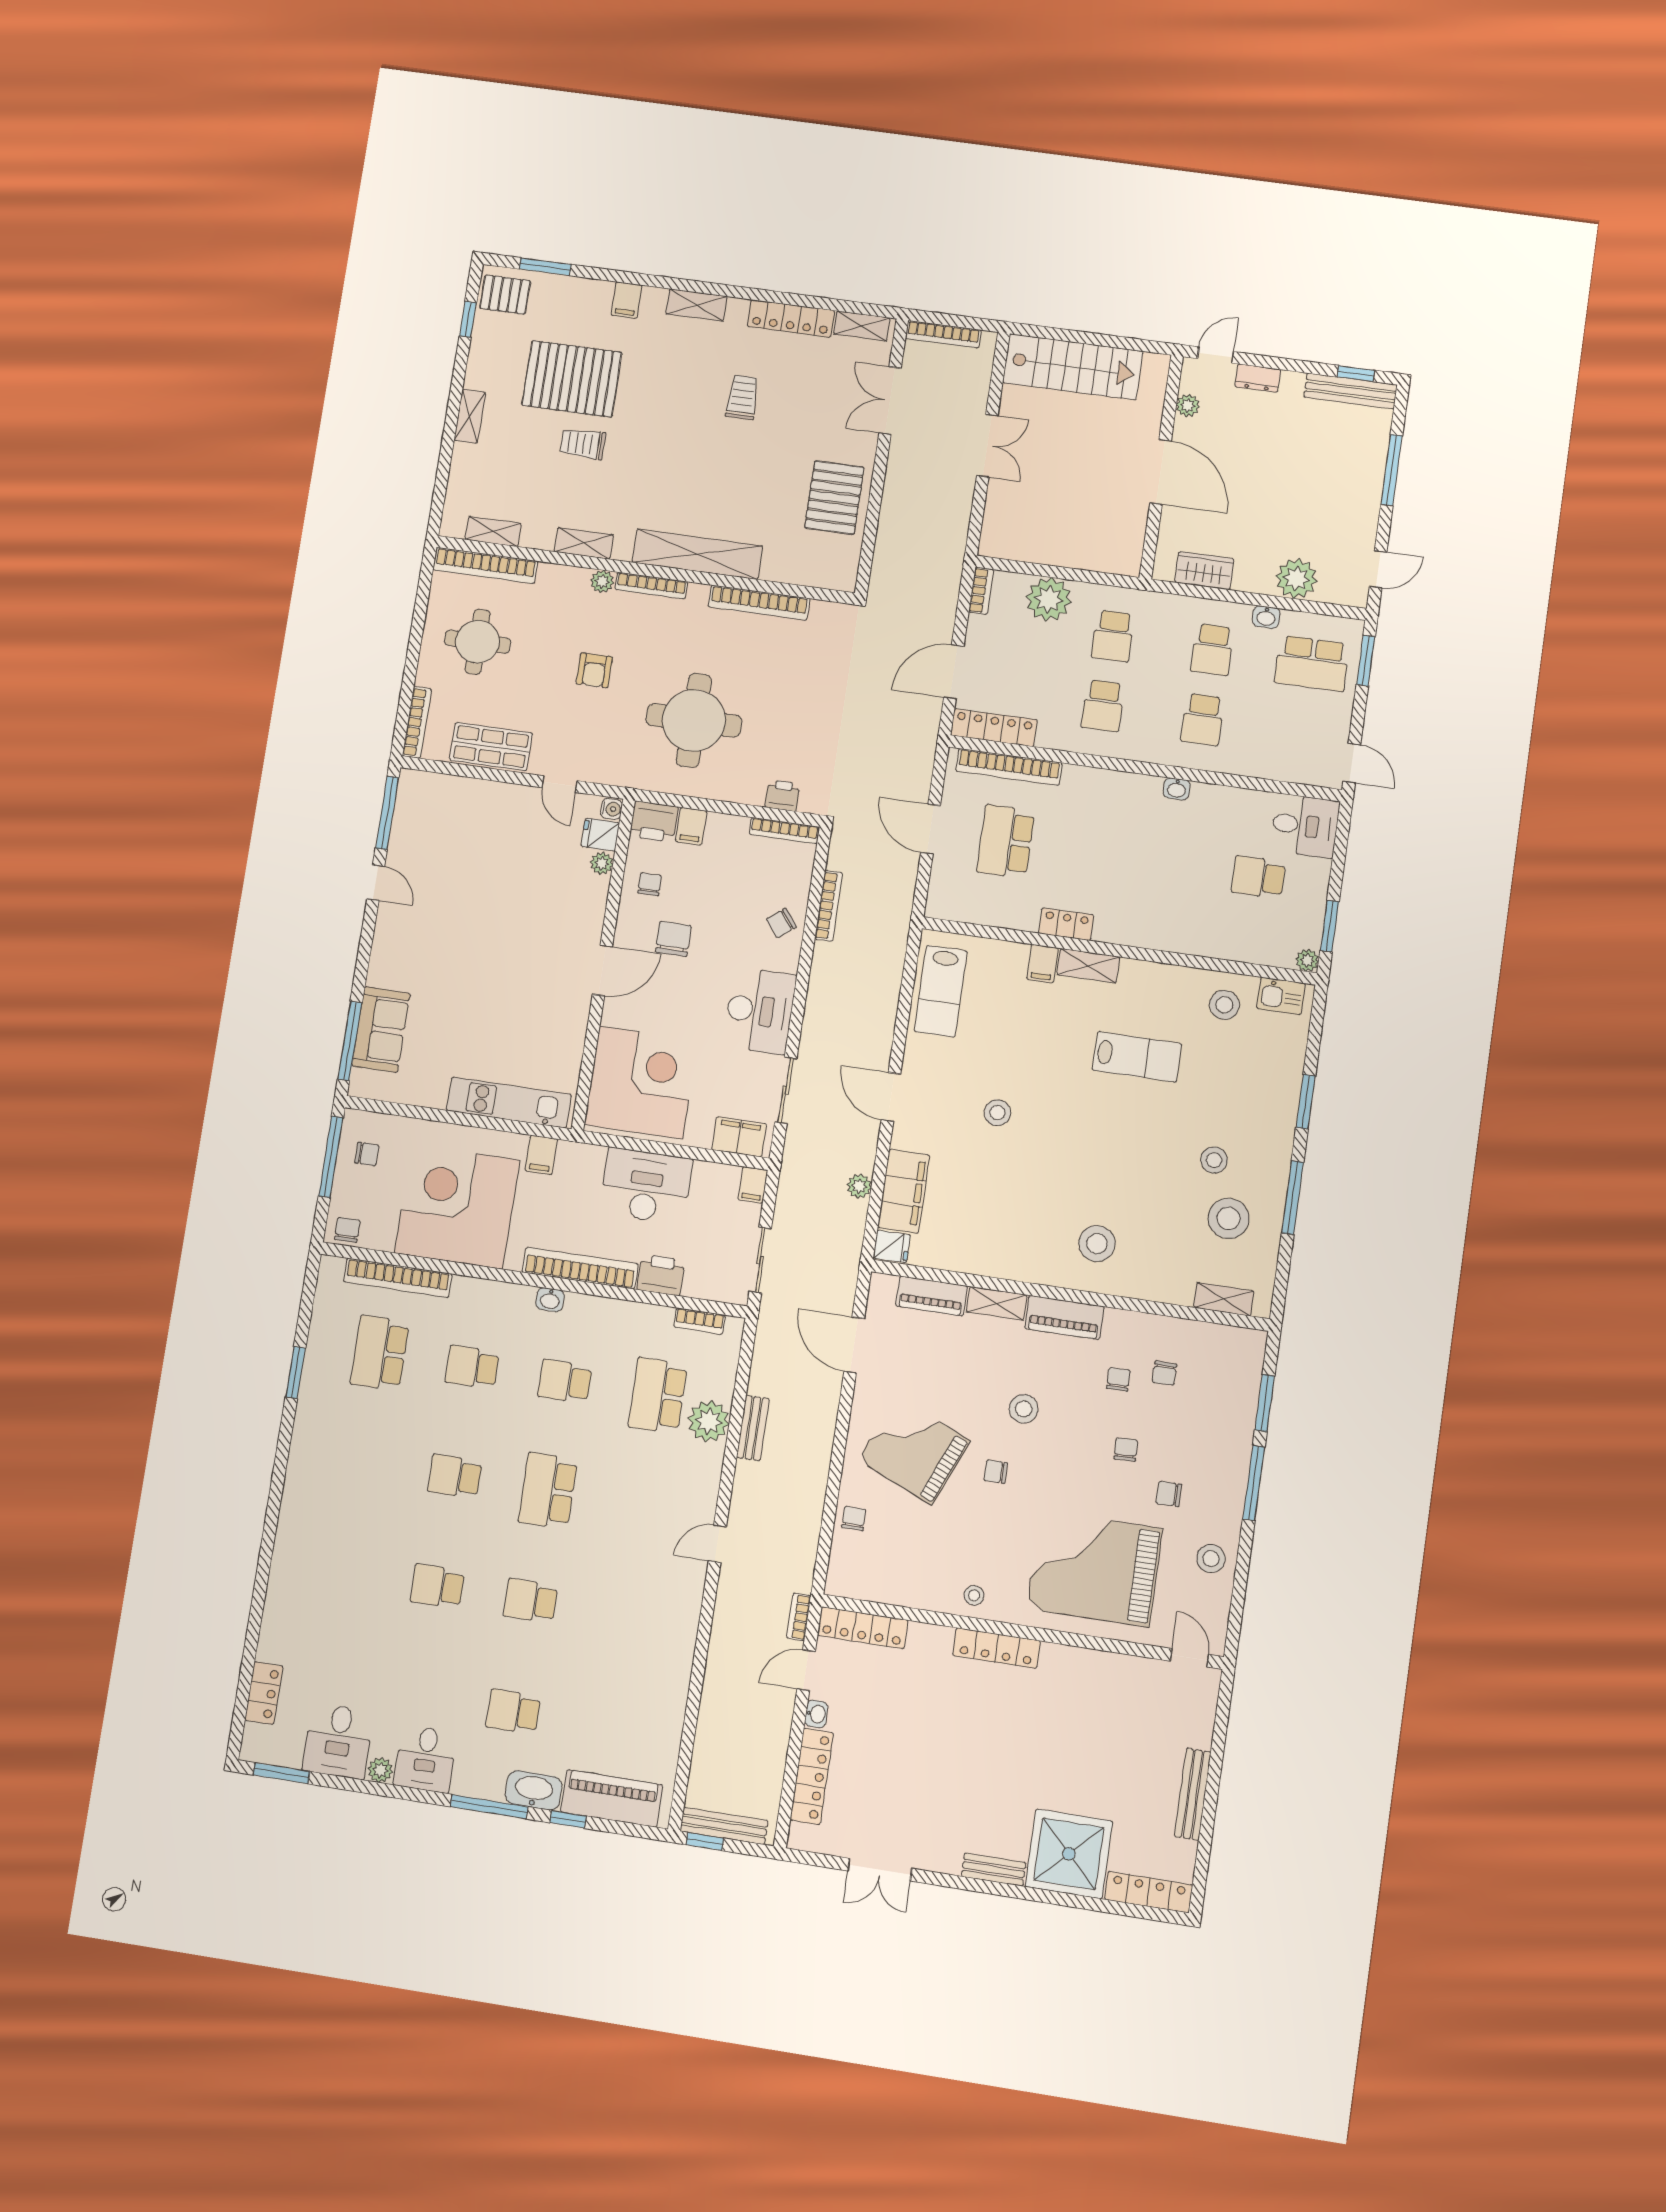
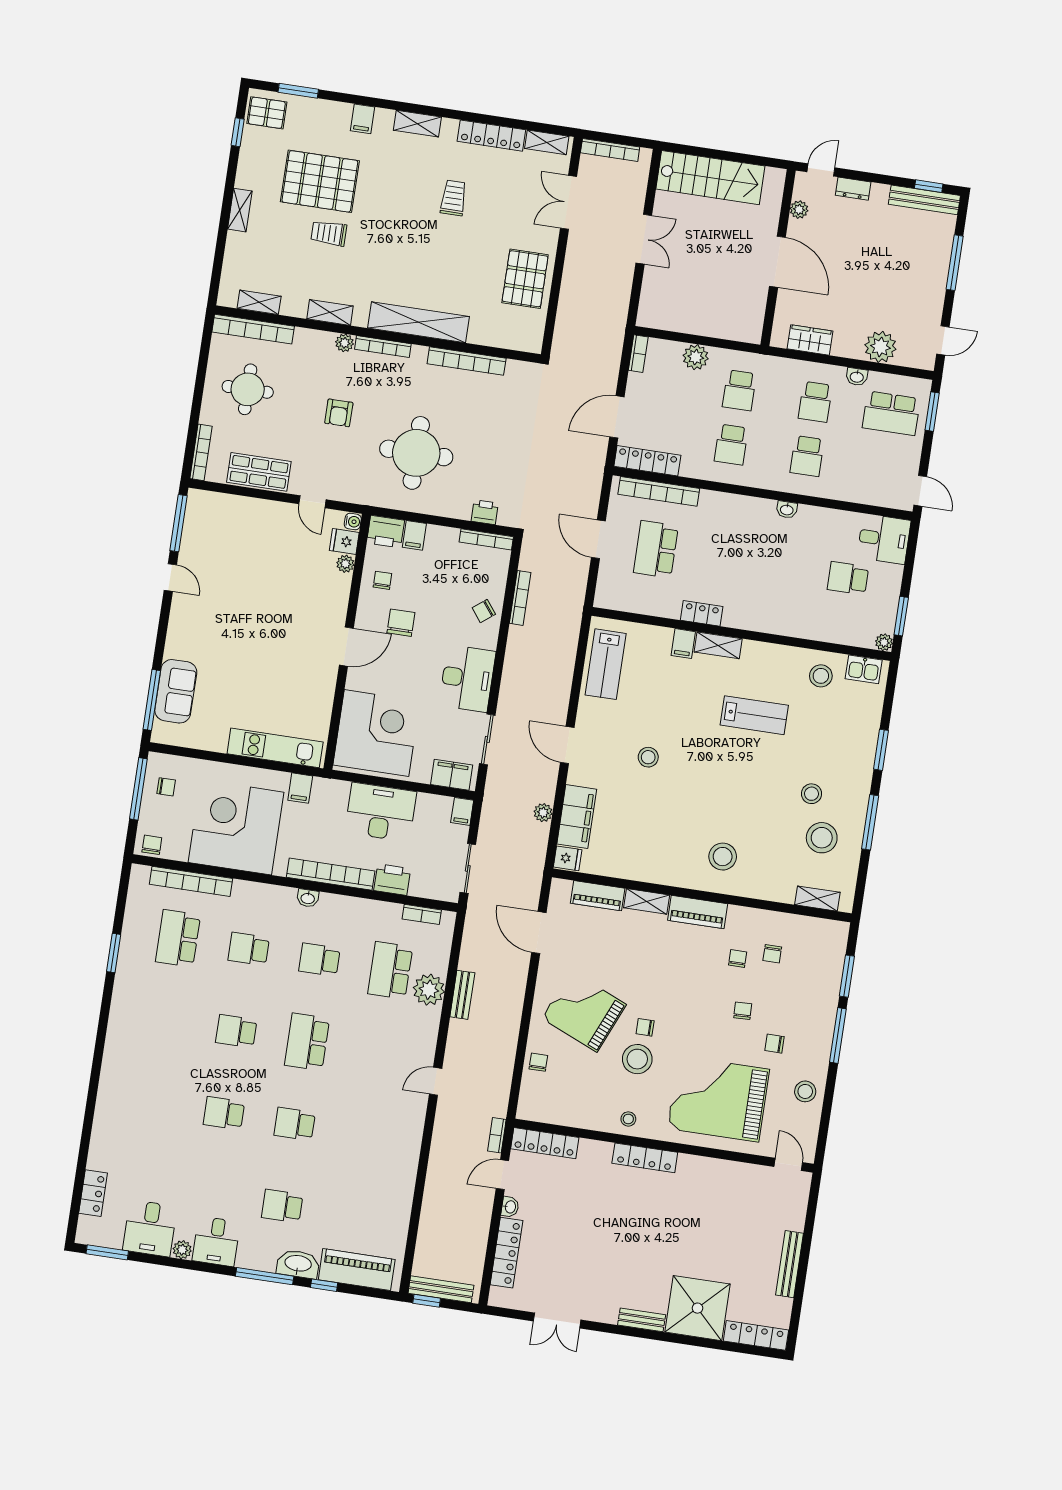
plant: (1049, 599) -> (696, 357), width x0.73, depth x0.73
stool: (1024, 1409) -> (637, 1059), moved, width x1.38, depth x1.38

